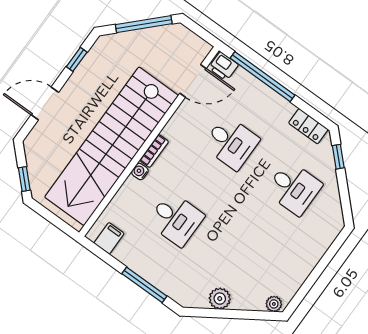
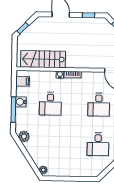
stairs: (111, 146) -> (43, 59), width x0.54, depth x0.66
water cooler: (140, 264) -> (21, 102), added
plant: (220, 299) -> (24, 136), moved

